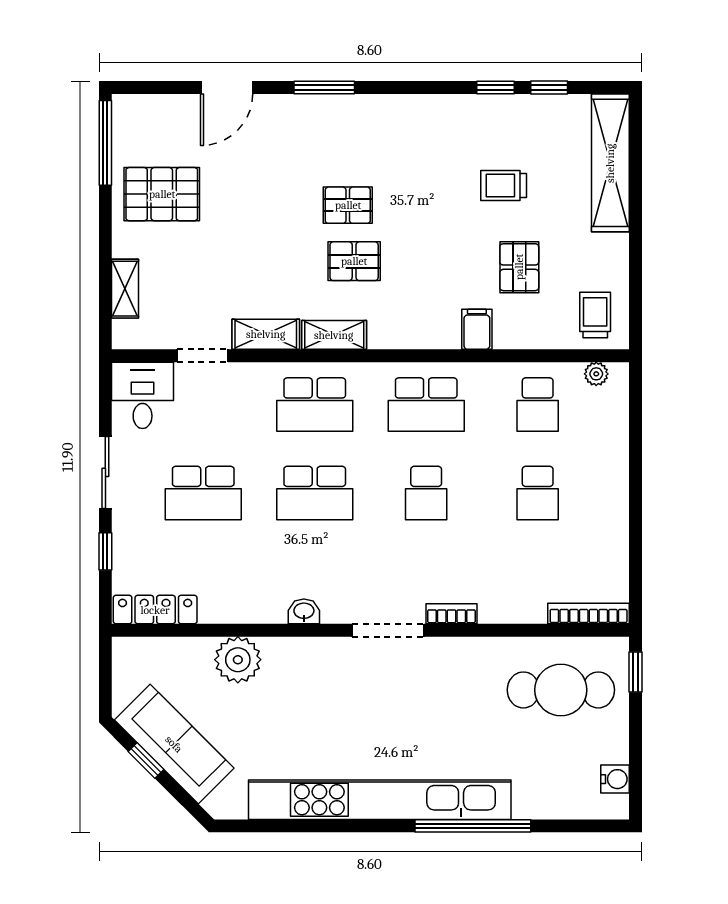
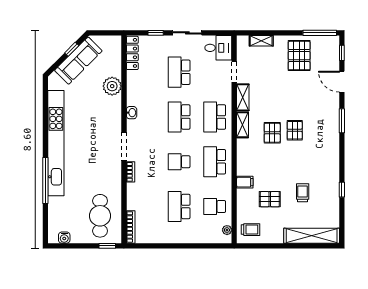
window: (549, 88) -> (342, 53), moved
school desk: (538, 493) -> (179, 207), width x1.85

